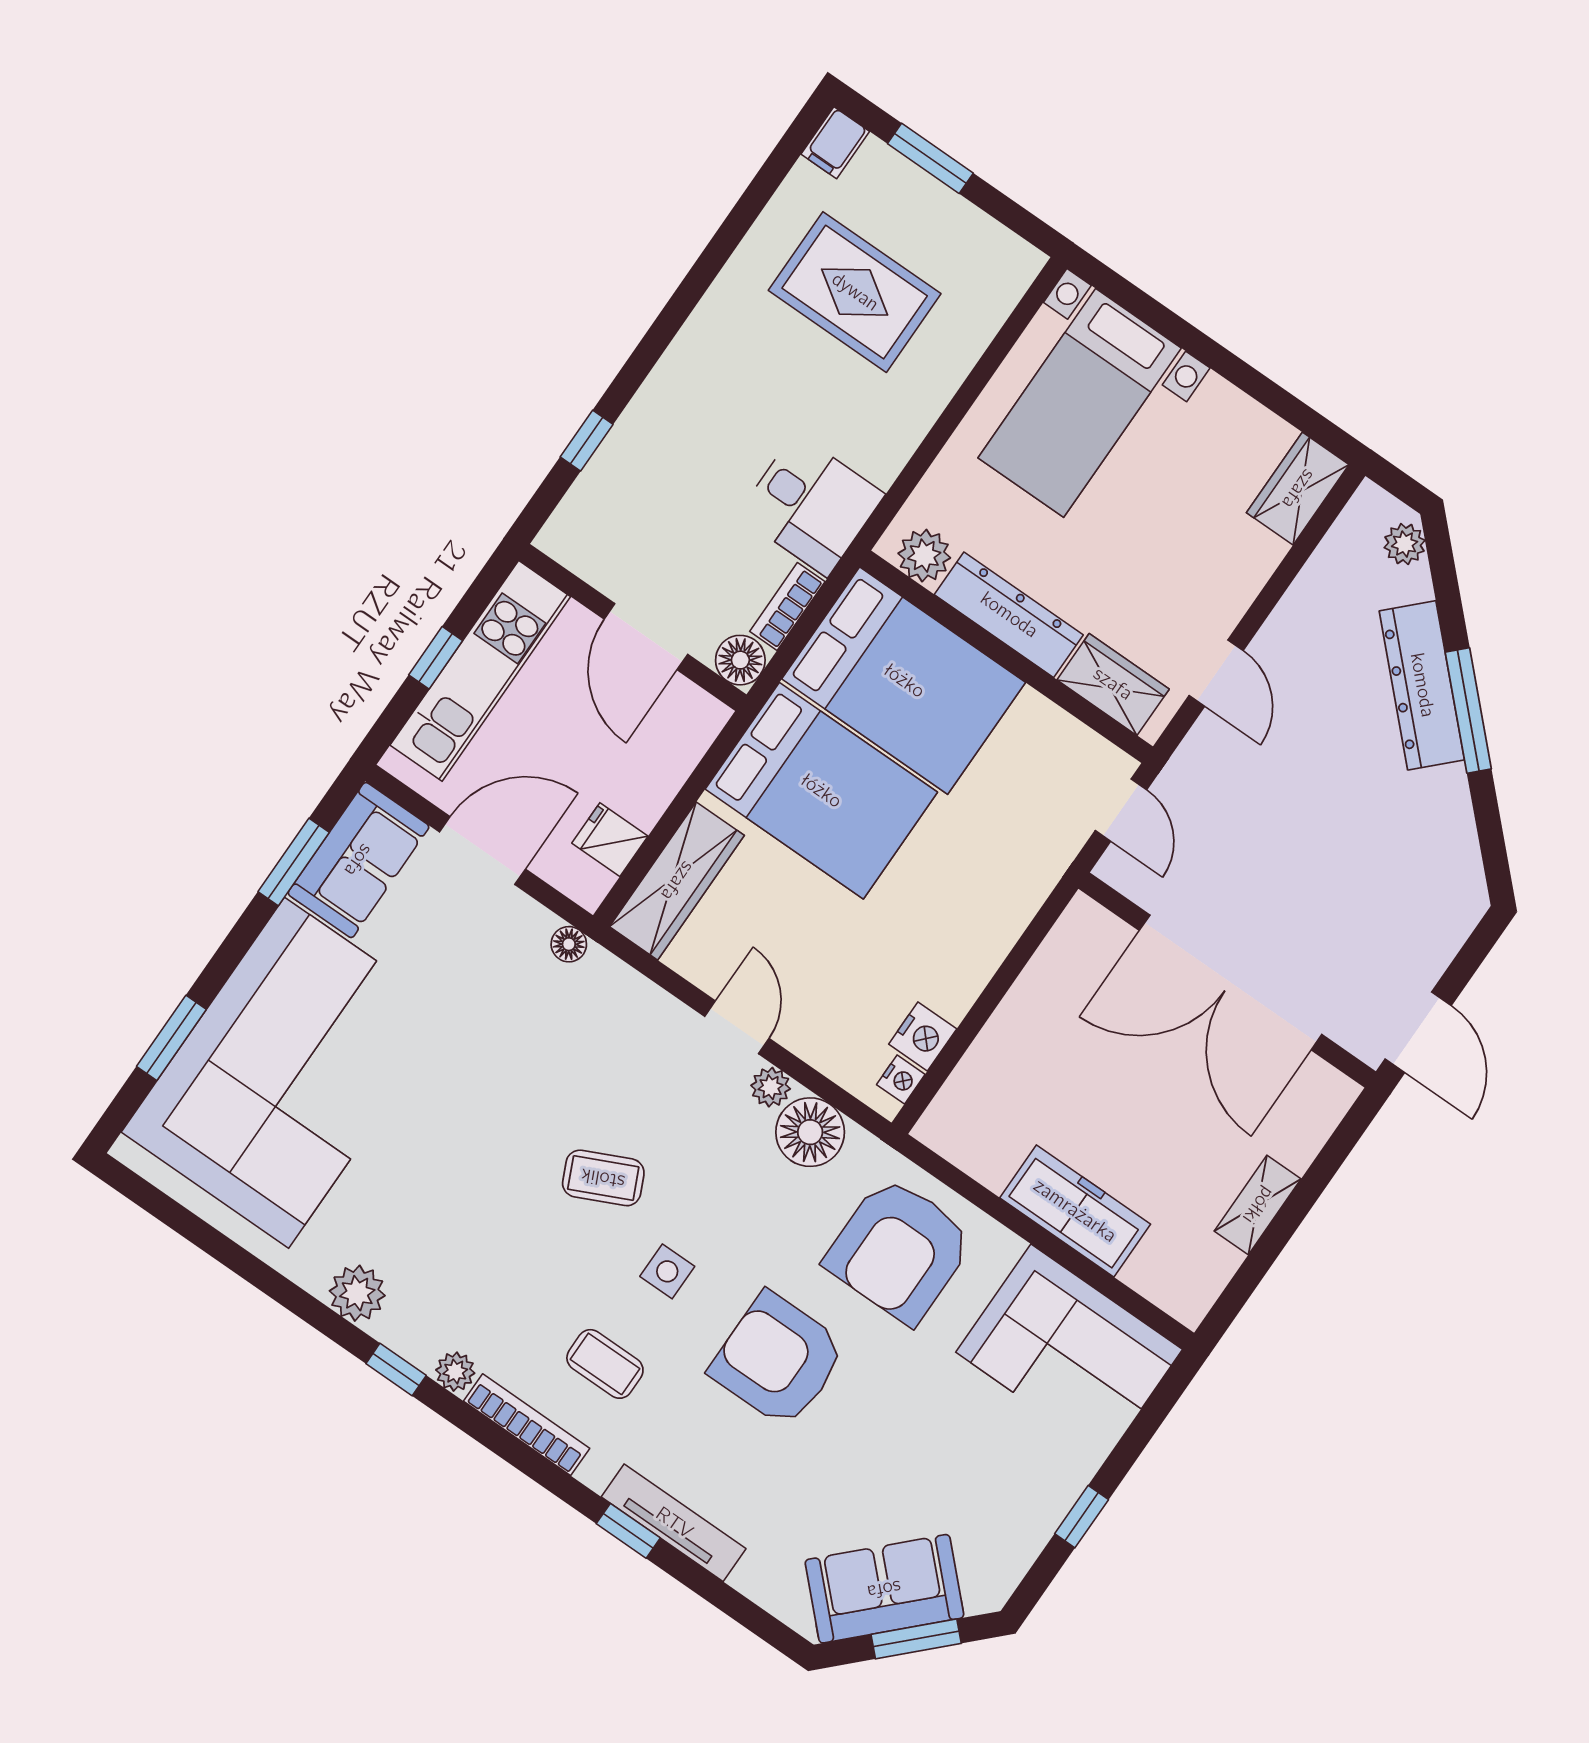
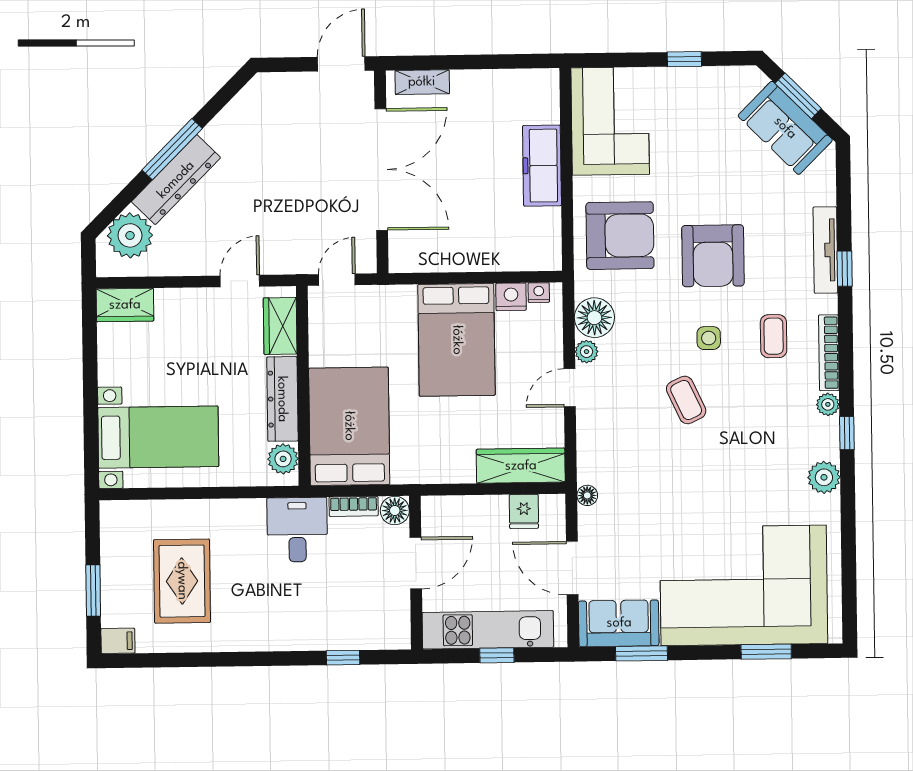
plant: (1405, 544) -> (130, 235), width x1.88, depth x1.88
bed: (821, 791) -> (457, 340), moved, turned 180
shelving: (1258, 1205) -> (422, 82), moved

